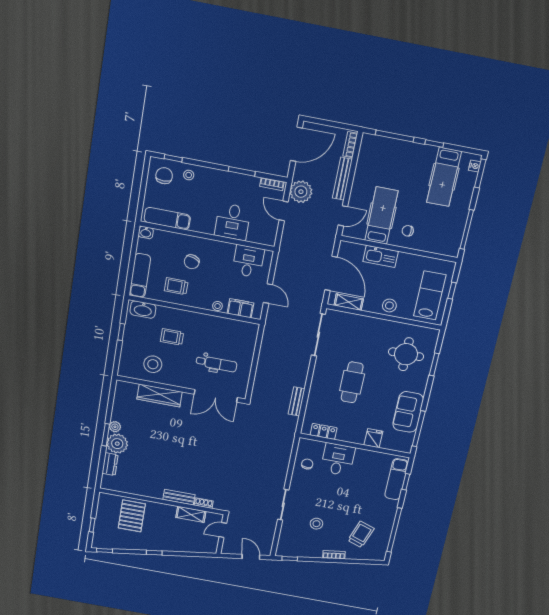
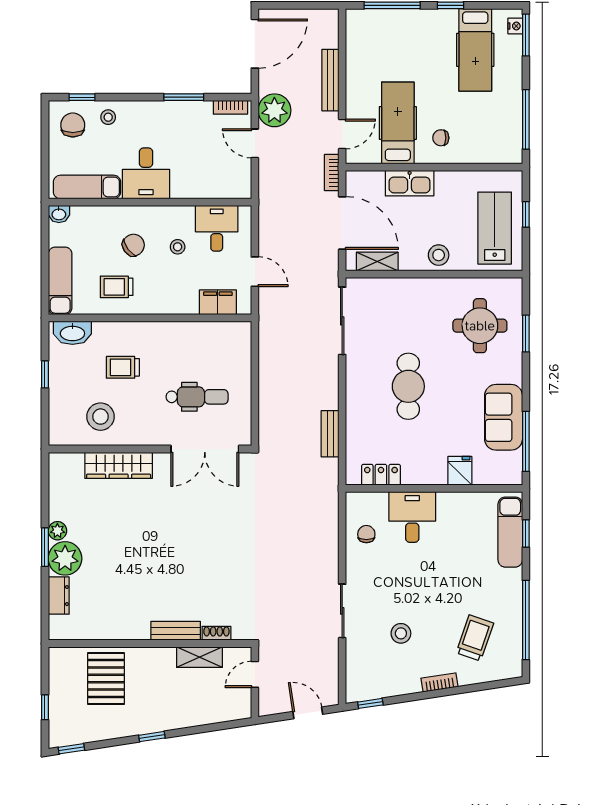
bookcase: (350, 145) -> (332, 173), moved
desk: (233, 222) -> (146, 173), moved
chair: (192, 262) -> (133, 245), turned -143
stool: (217, 306) -> (178, 247), moved

